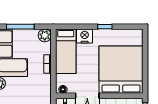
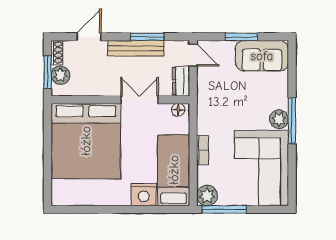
window: (20, 27) -> (224, 209), moved
window: (105, 27) -> (112, 209), removed

